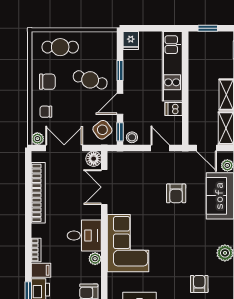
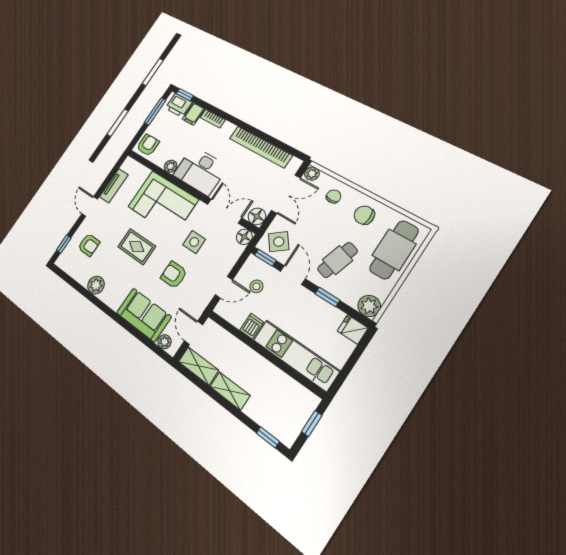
plant: (108, 40) -> (369, 306), added
cafe table: (60, 47) -> (394, 250), width x1.37, depth x1.35
chair: (47, 82) -> (364, 215), turned 90
stool: (132, 137) -> (256, 286), moved
door: (206, 148) -> (193, 333), hinge flipped
floor lamp: (114, 158) -> (244, 237), added
side table: (142, 195) -> (194, 242), added
desk: (84, 235) -> (200, 171), width x1.37
rug: (175, 240) -> (137, 247), added

